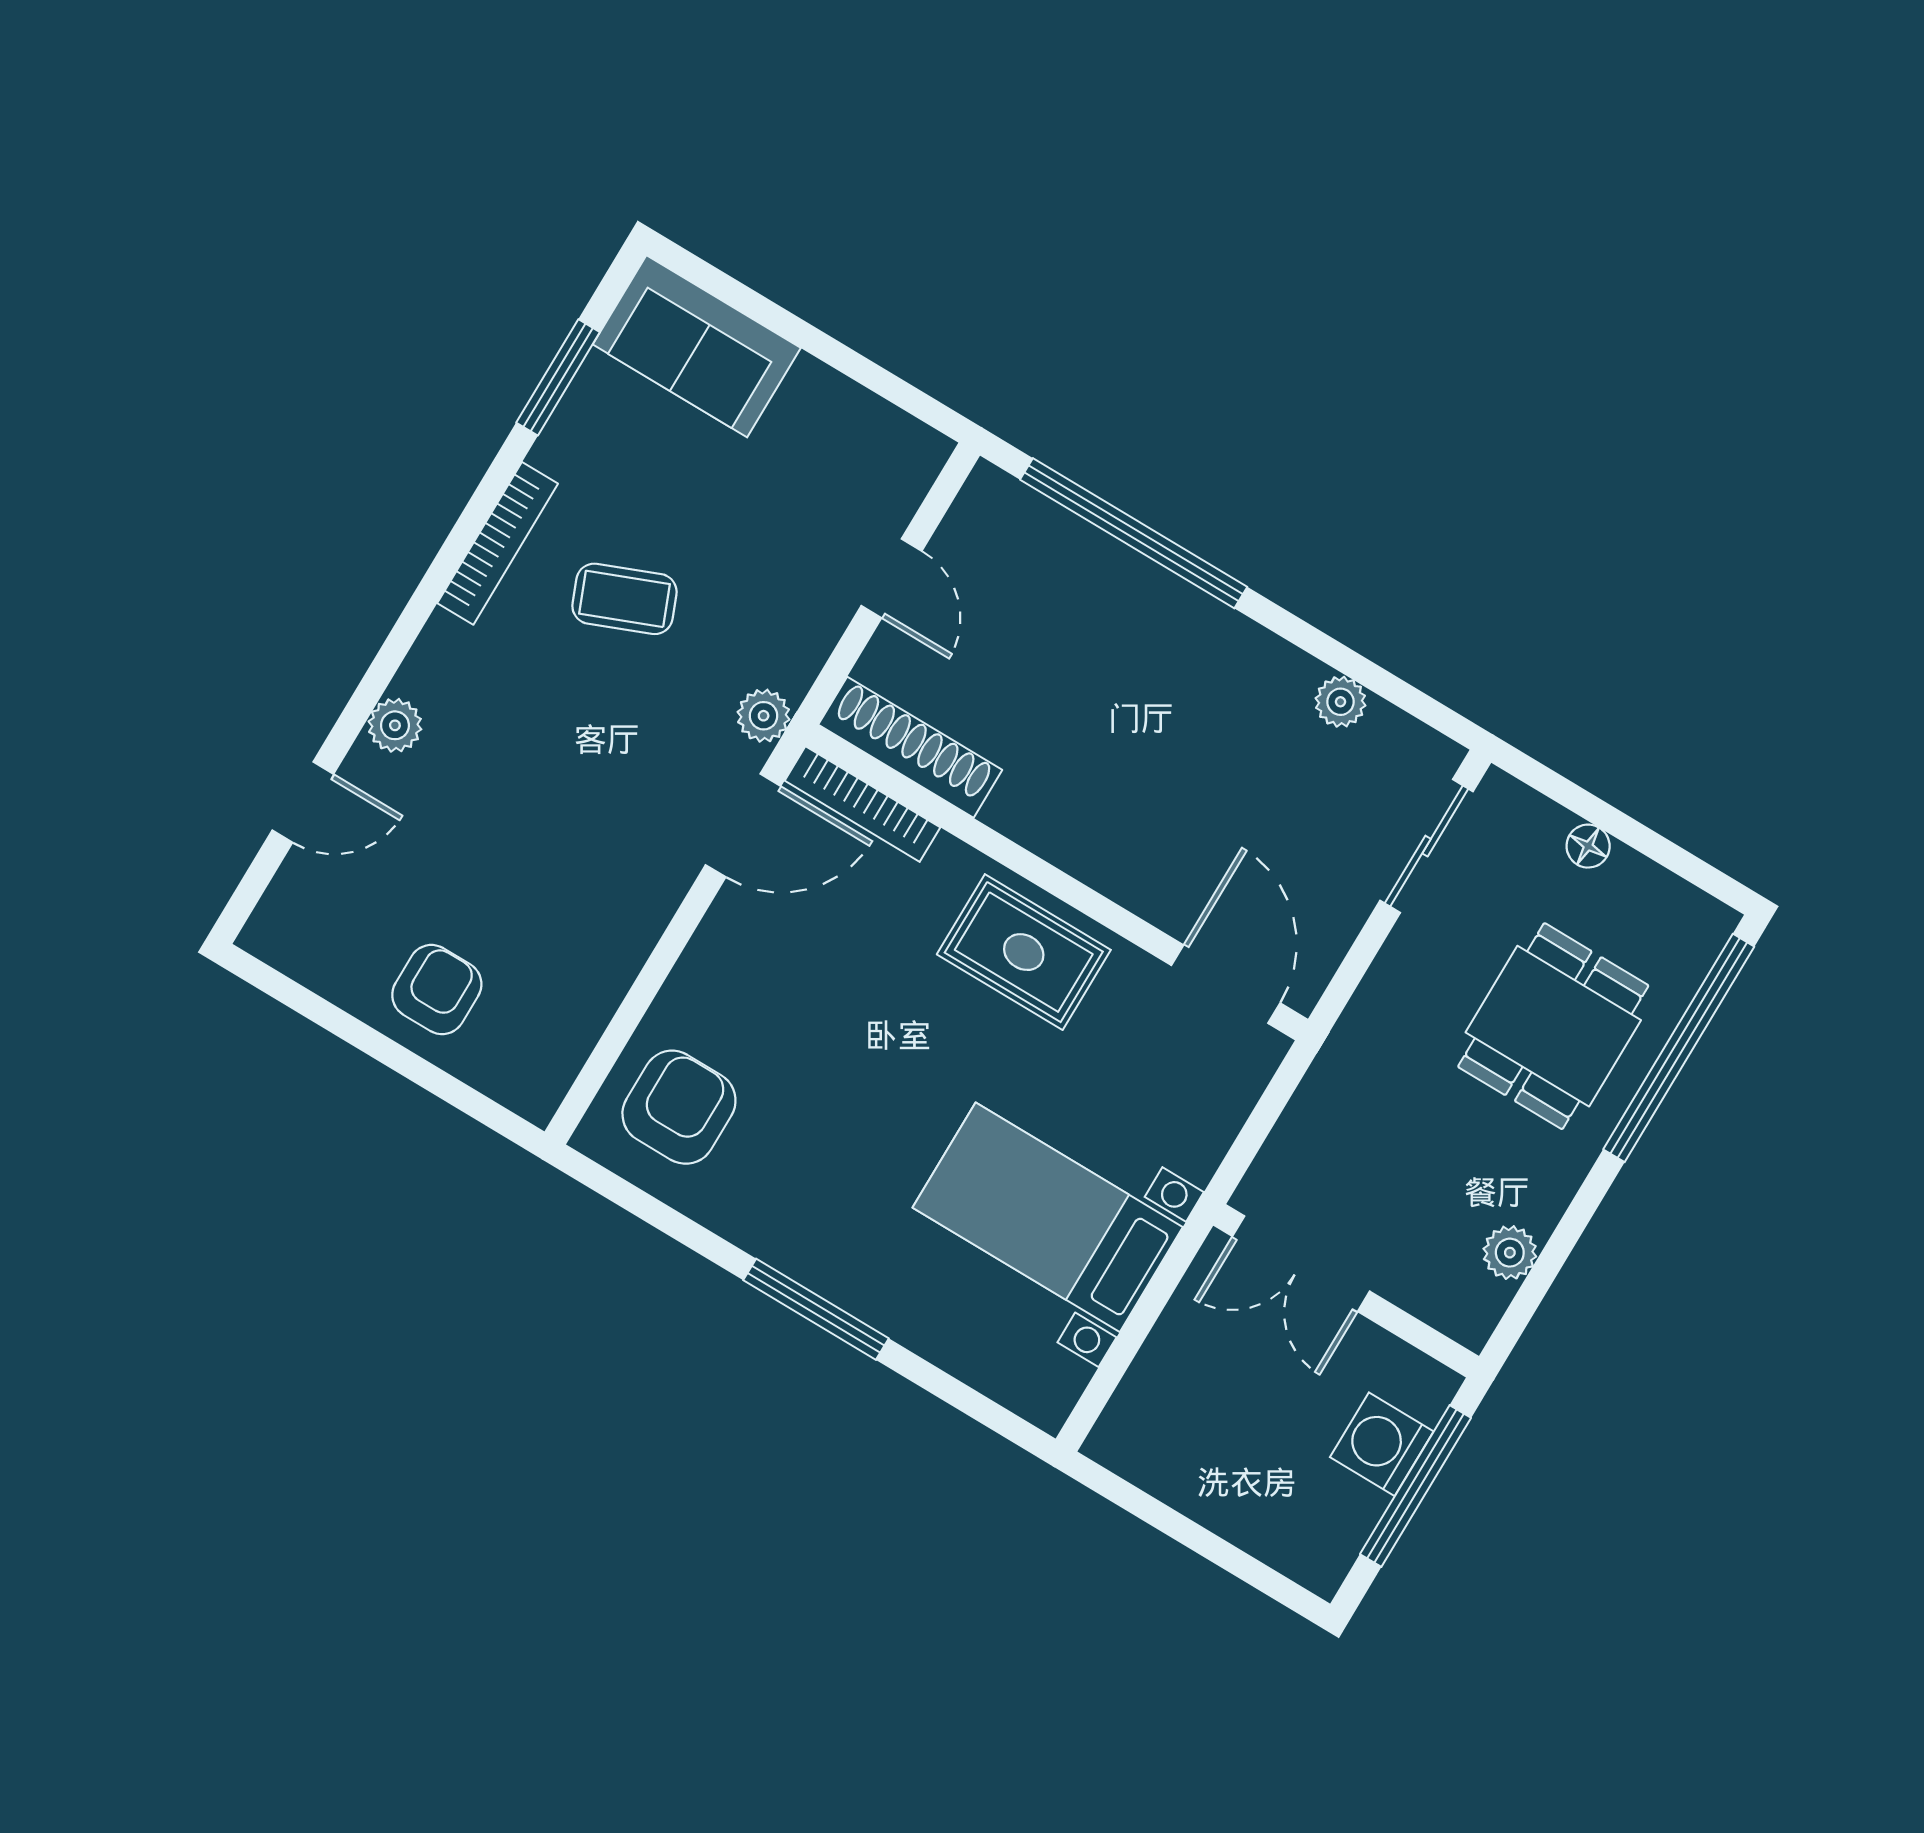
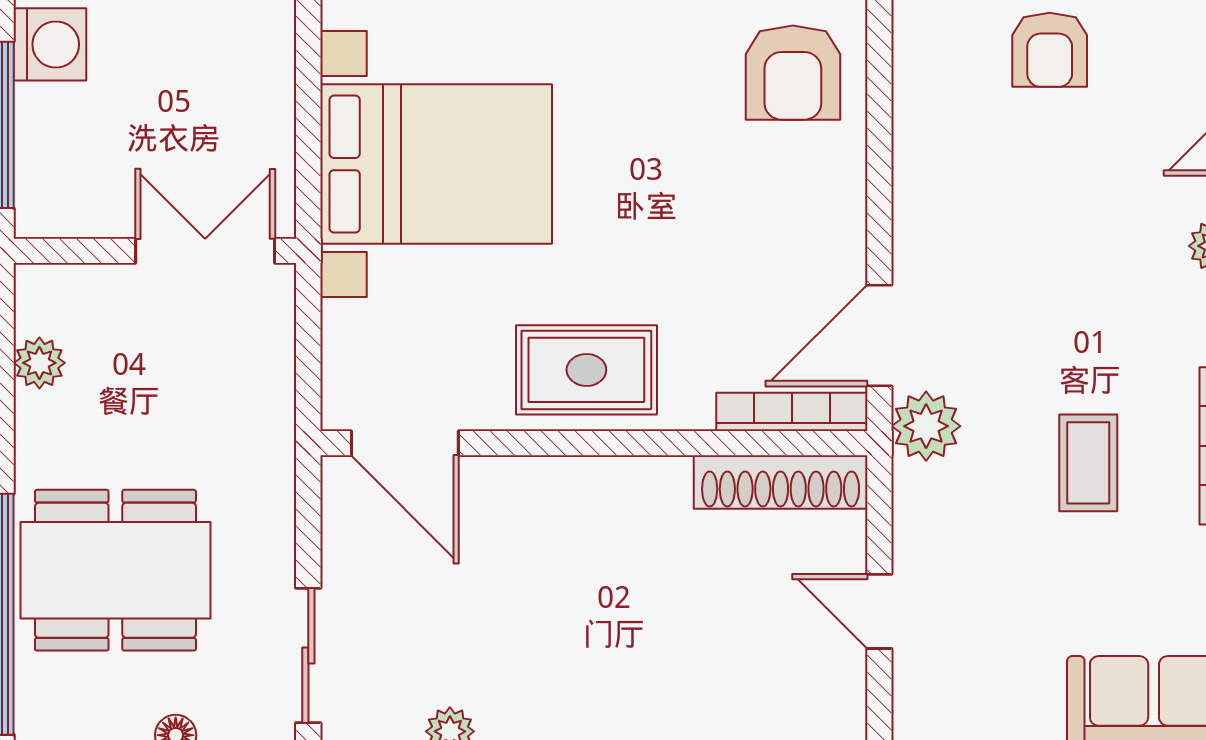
coffee table: (624, 599) -> (1088, 463), turned -68
plant: (764, 716) -> (926, 426), width x1.38, depth x1.38
dining table: (1553, 1026) -> (115, 570), width x1.38
bed with nightstands: (1048, 1217) -> (436, 164), width x1.36
washing machine: (1382, 1444) -> (50, 44), moved

